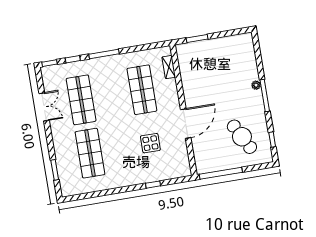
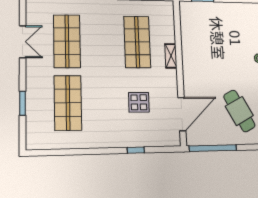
shelving: (169, 67) -> (171, 56), moved
door: (186, 124) -> (182, 114), moved
window: (55, 170) -> (23, 103), moved

